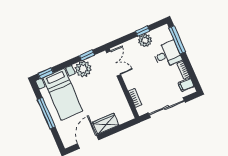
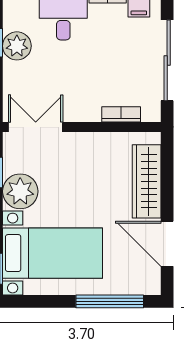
window: (46, 113) -> (110, 301), moved
wardrobe: (106, 124) -> (147, 181), width x1.50

